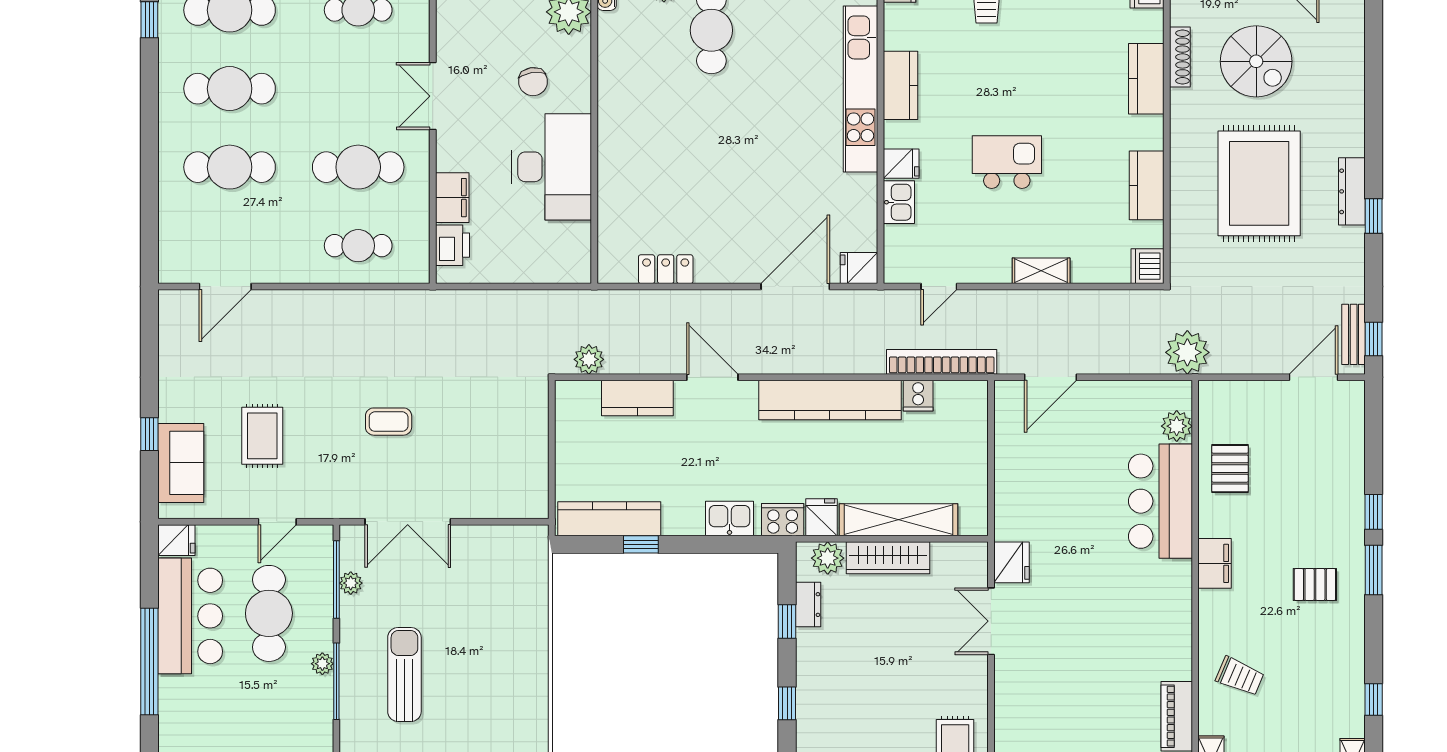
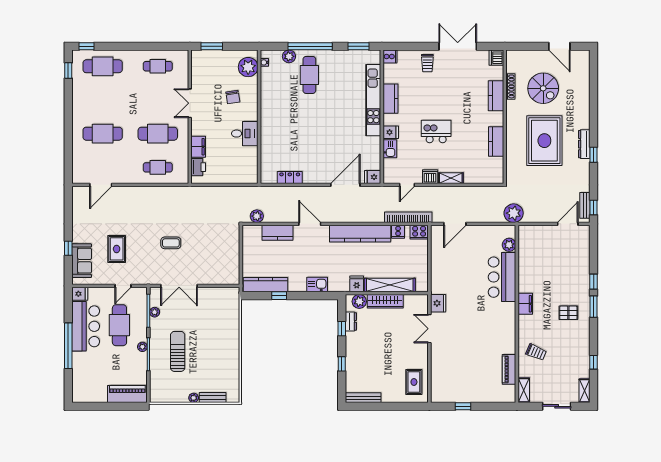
cafe table: (230, 89) -> (103, 100), removed
desk: (552, 167) -> (245, 134), width x0.53, depth x0.77
dishwasher: (1148, 266) -> (430, 177), moved, turned 90
pallet: (1230, 469) -> (532, 263), removed
cooker: (783, 520) -> (419, 232), moved, turned 180

